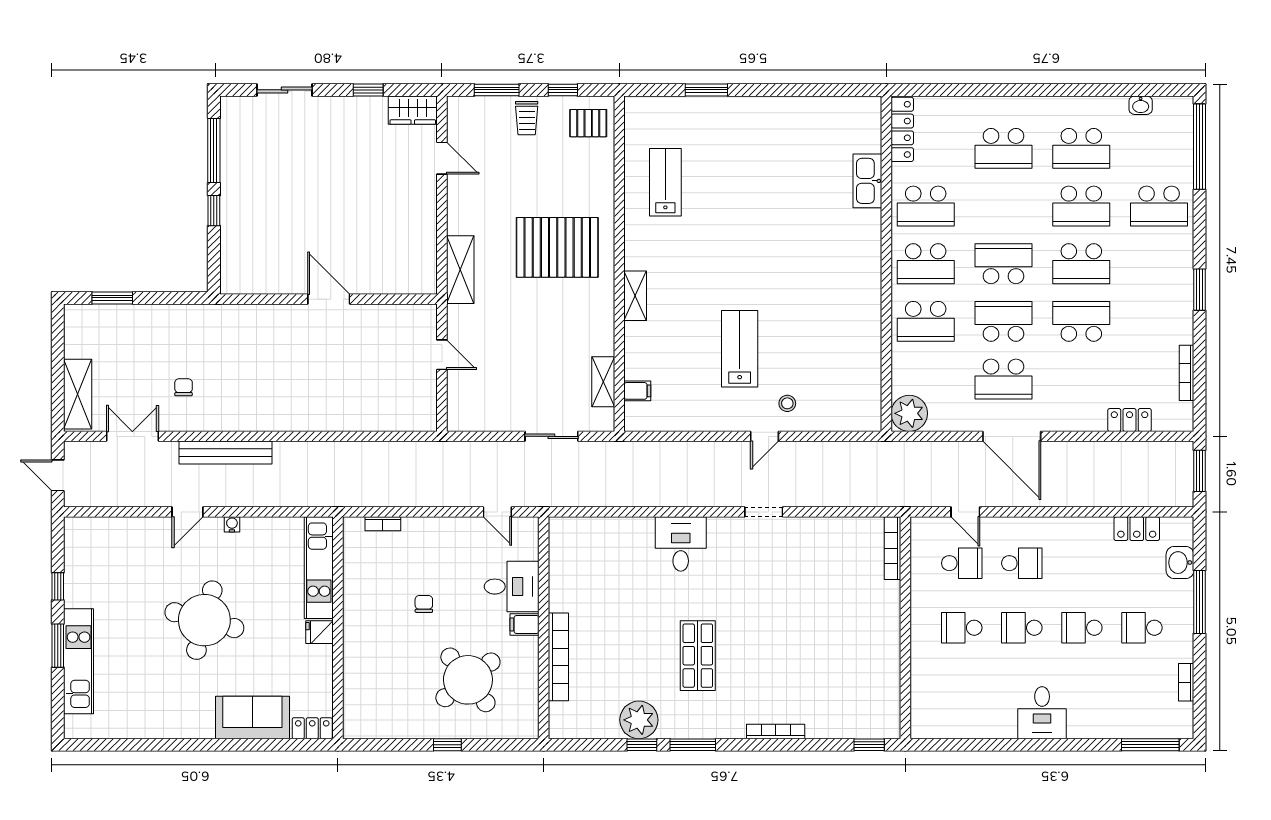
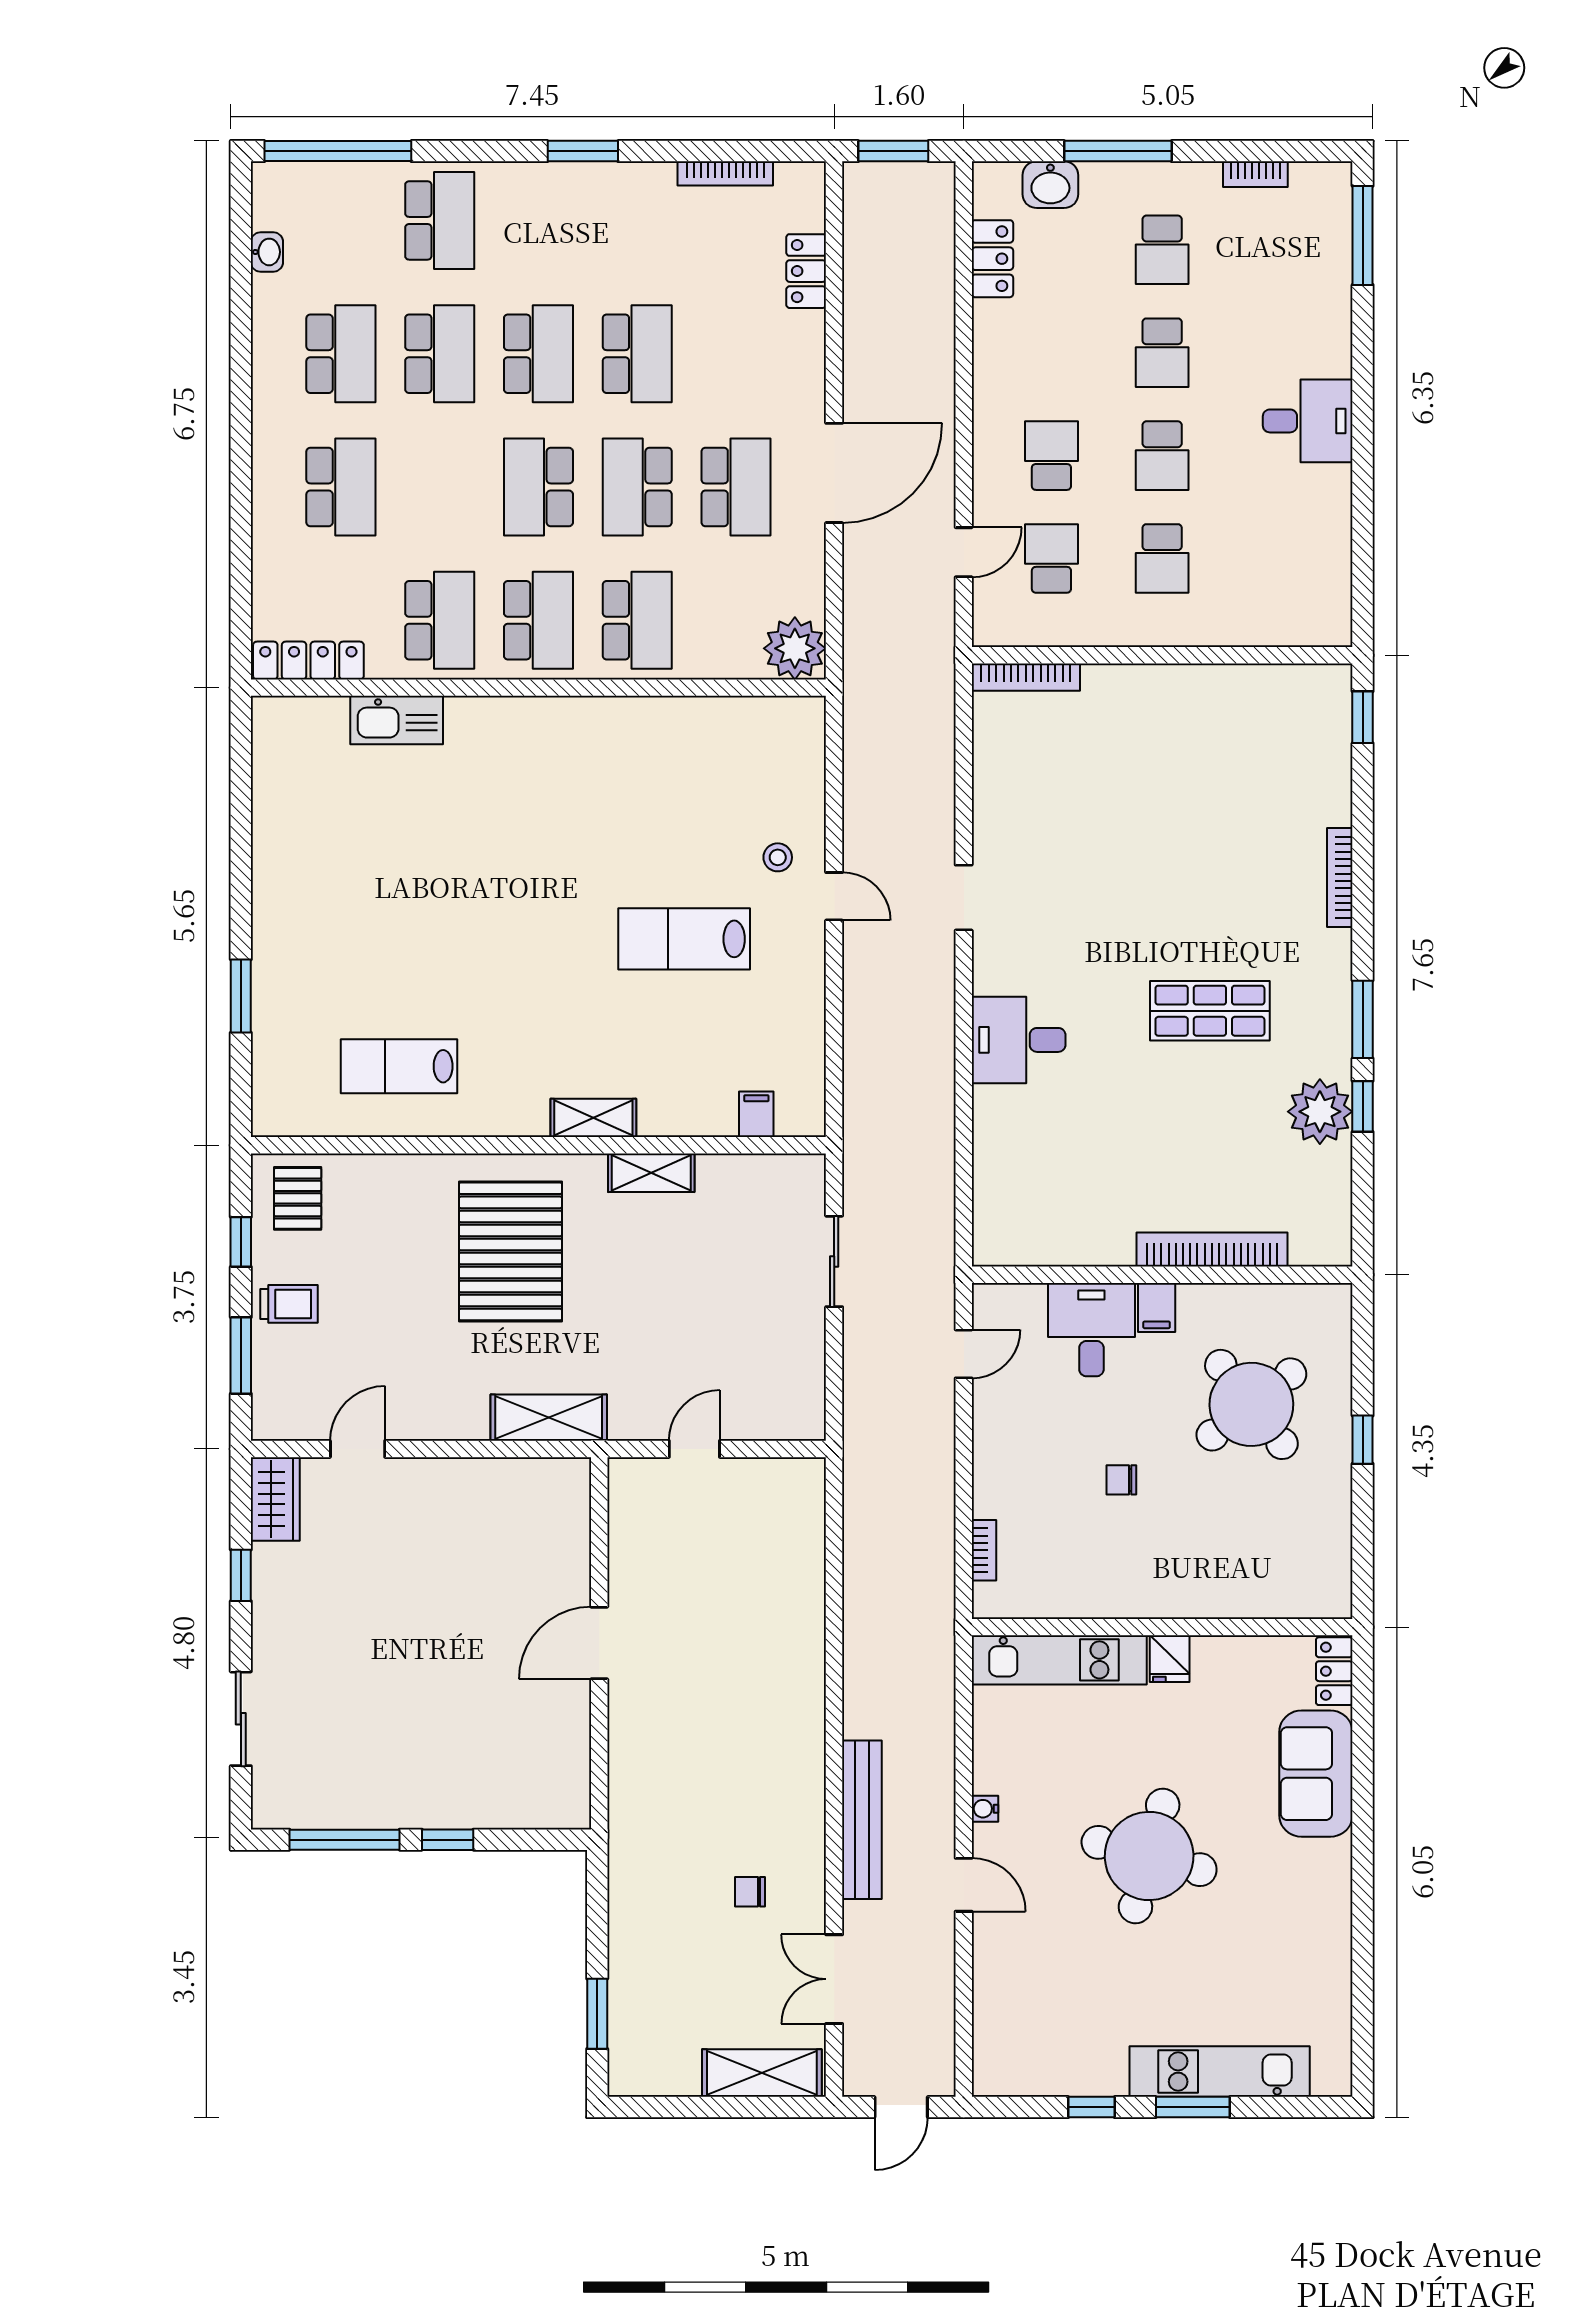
school desk: (1081, 321) -> (637, 354), turned 180
shelving: (603, 382) -> (651, 1173), moved

